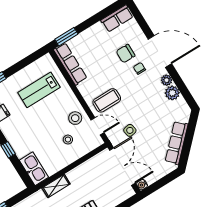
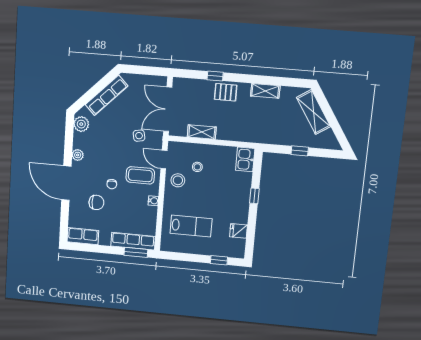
row of seats: (70, 64) -> (133, 241), moved, turned 90
chair: (139, 68) -> (112, 184), moved
plant: (172, 93) -> (81, 124), moved
kitchen sink: (34, 169) -> (245, 159), width x0.73
water cooler: (142, 185) -> (153, 201), moved
shelving: (56, 186) -> (202, 132), moved

